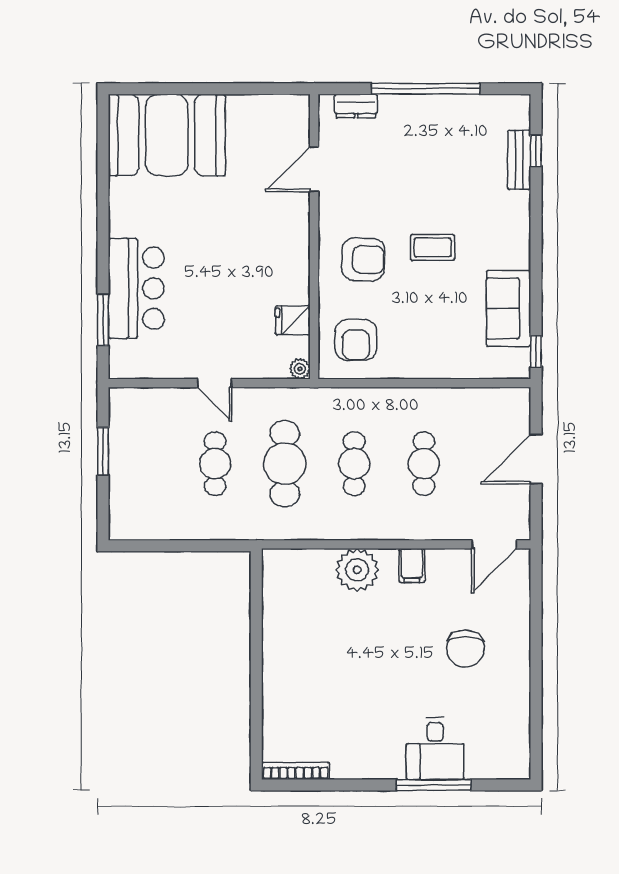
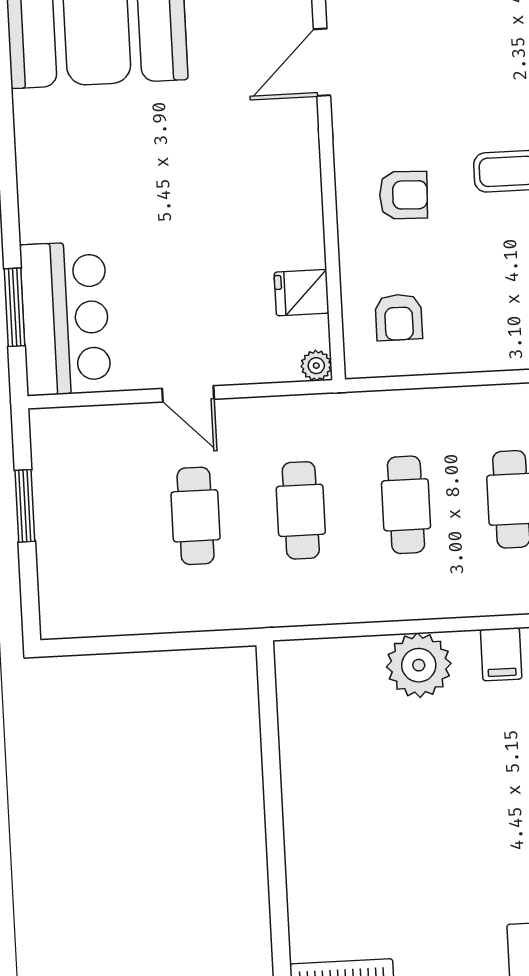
armchair: (363, 259) -> (403, 195), width x0.72, depth x0.72
bar counter: (136, 288) -> (65, 318), moved
armchair: (356, 340) -> (399, 317), width x0.72, depth x0.72
cafe table: (285, 464) -> (301, 510), width x0.73, depth x0.74

